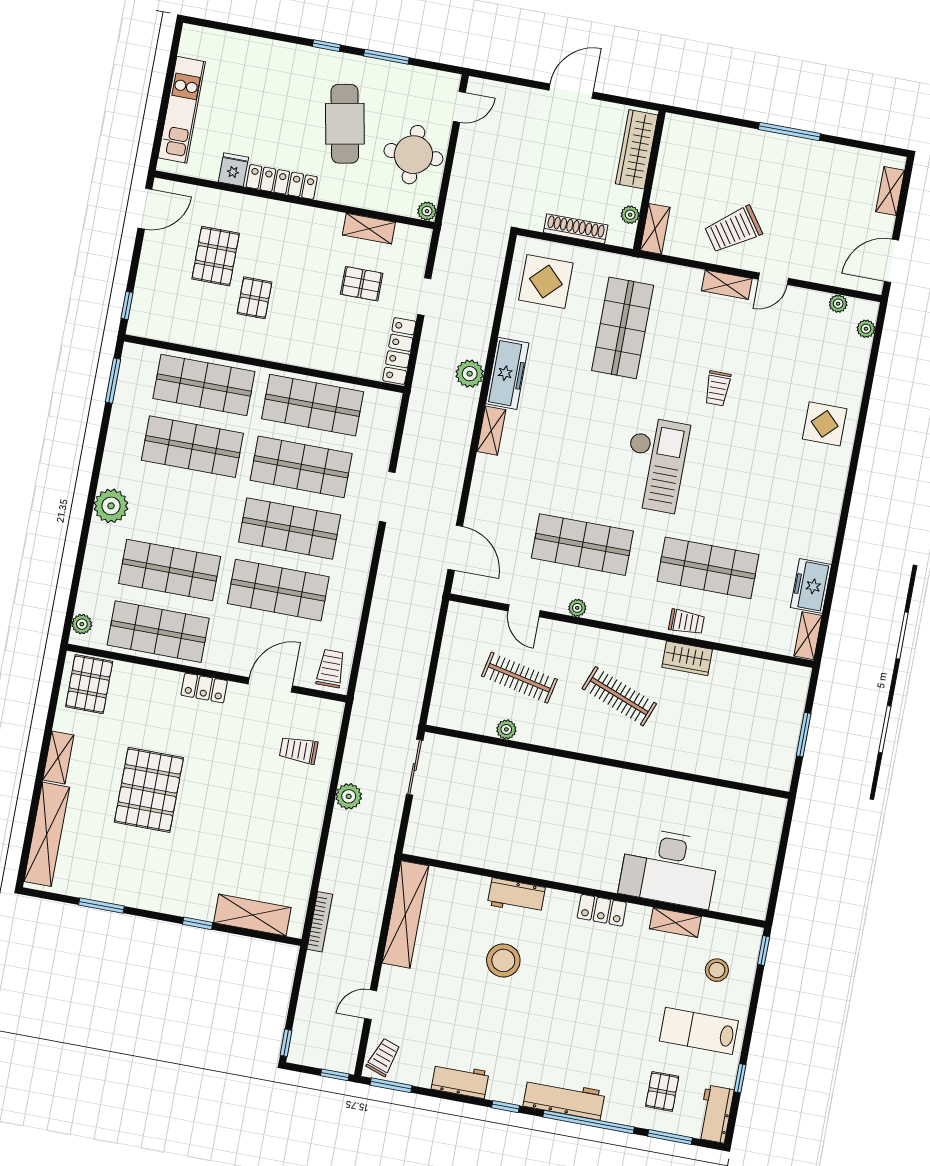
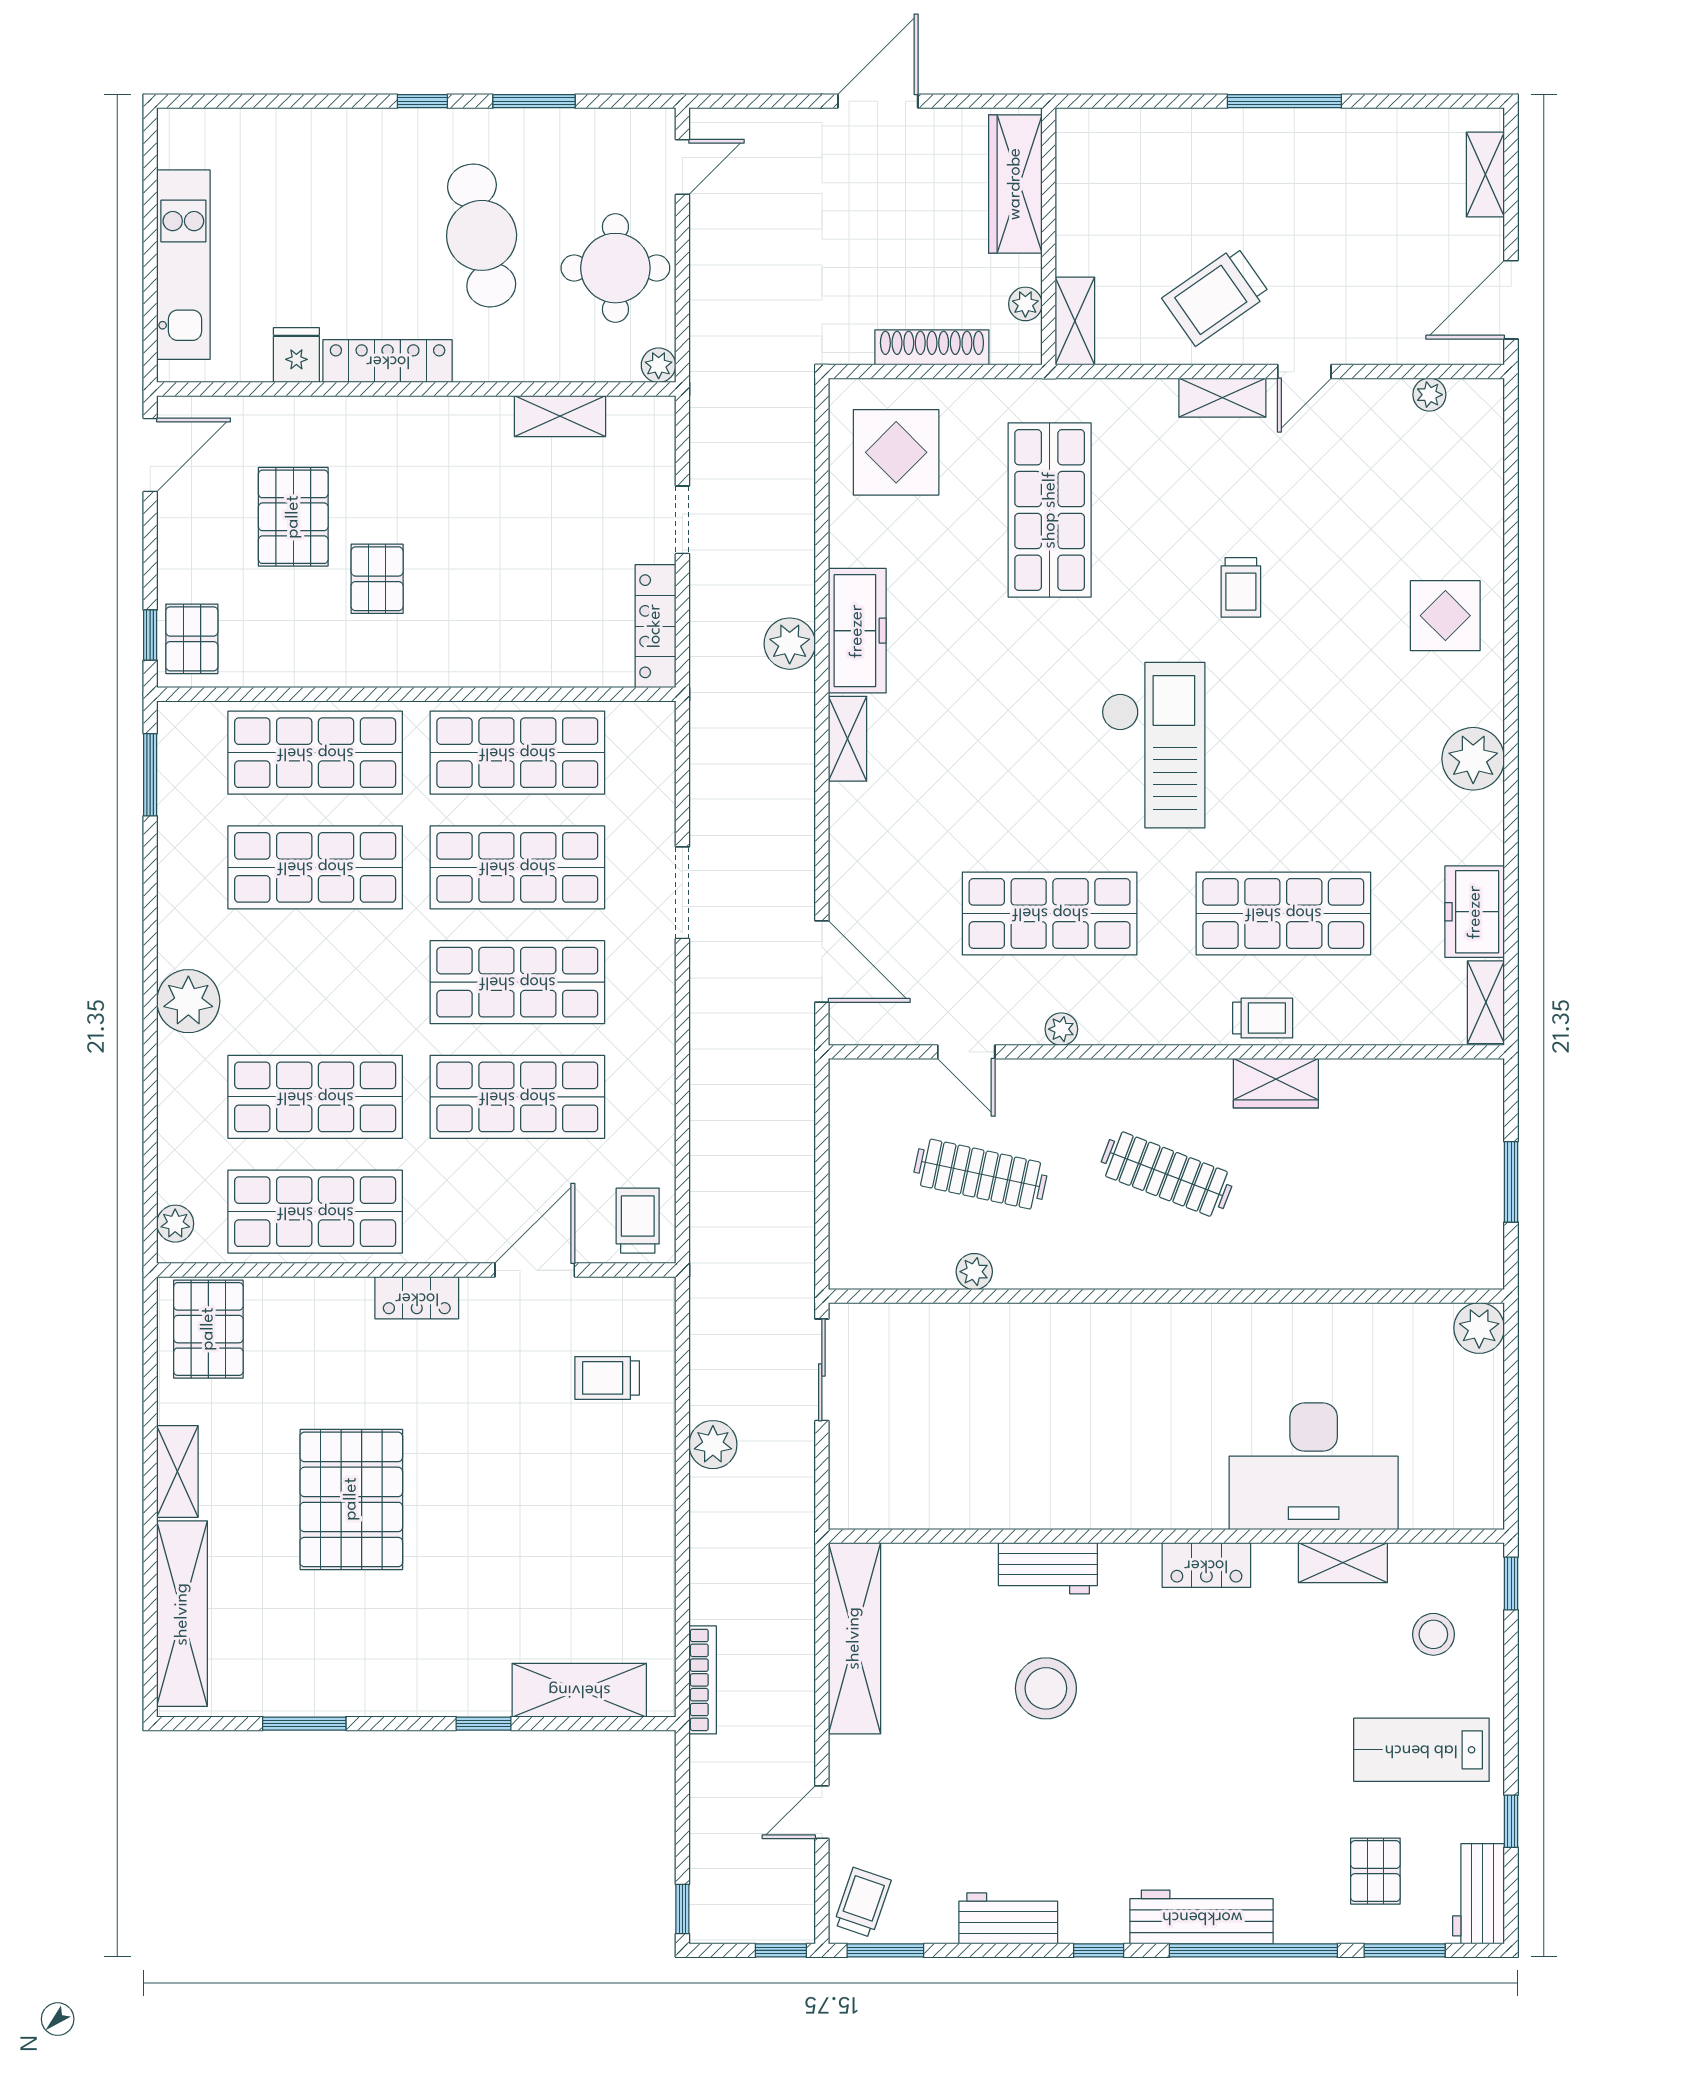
pallet: (362, 284) -> (192, 639), moved, turned 90
plant: (866, 329) -> (1473, 759), moved, width x1.88, depth x1.88
plant: (772, 810) -> (1479, 1328), added

